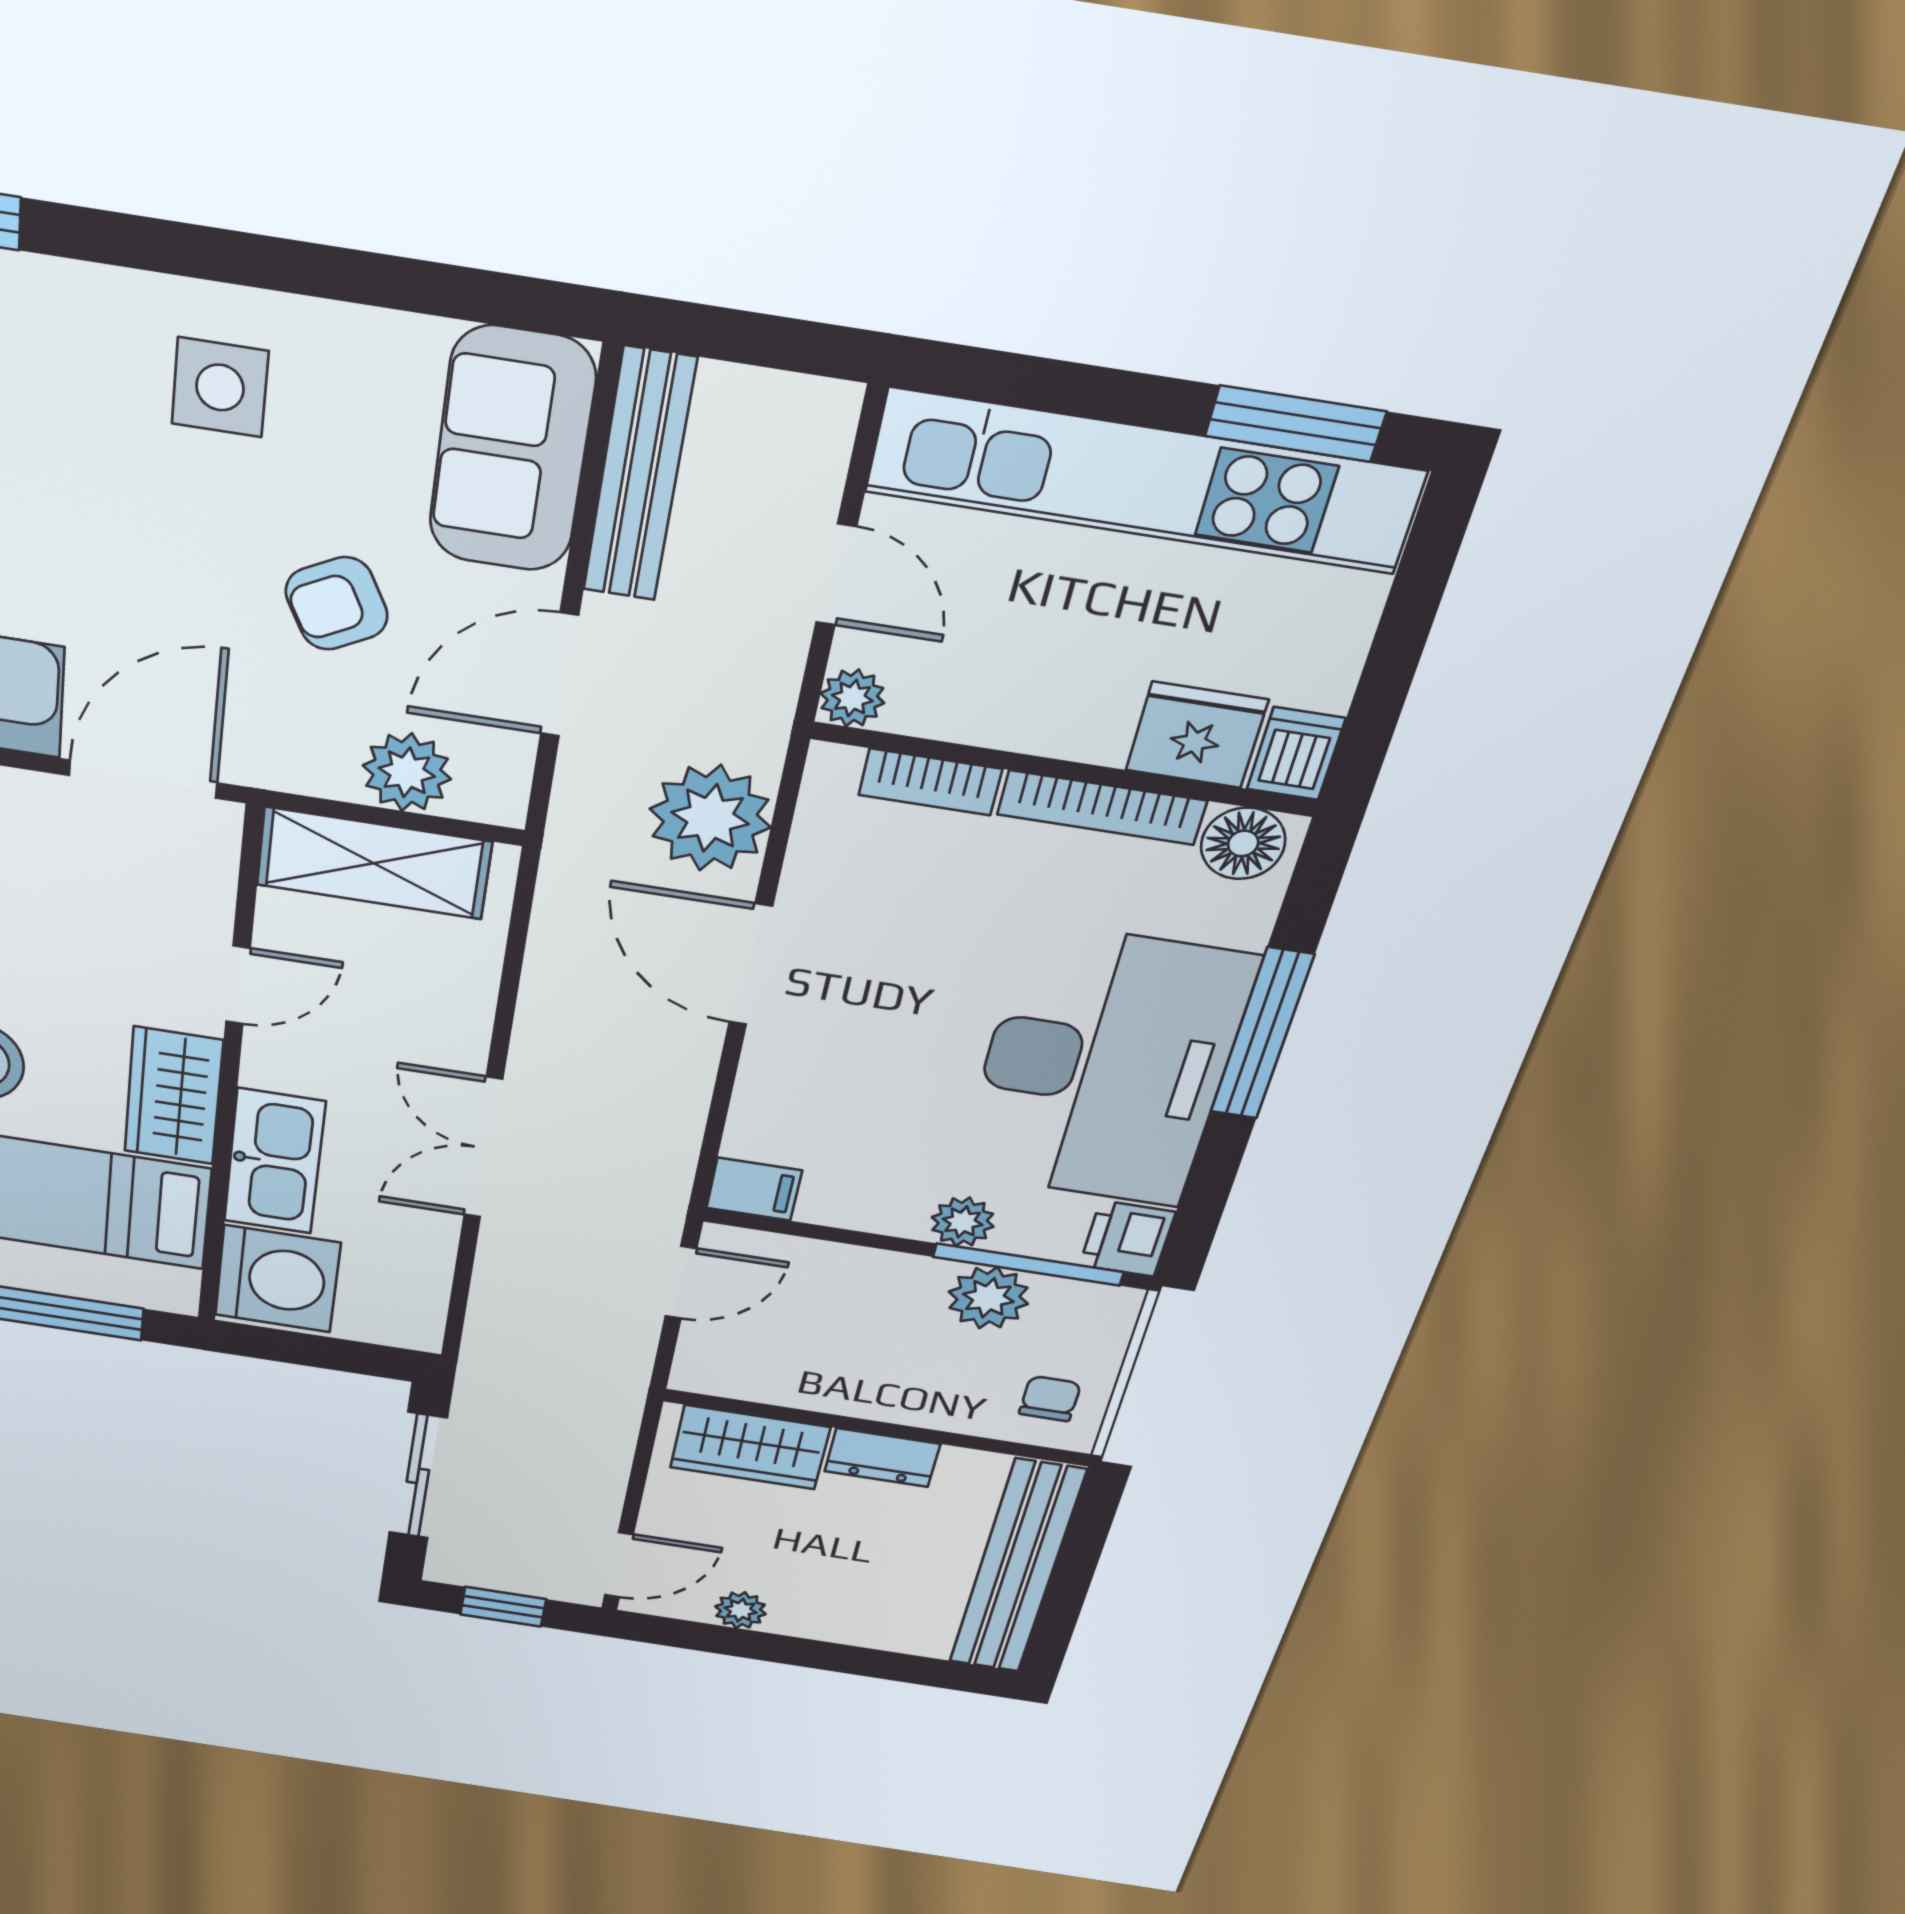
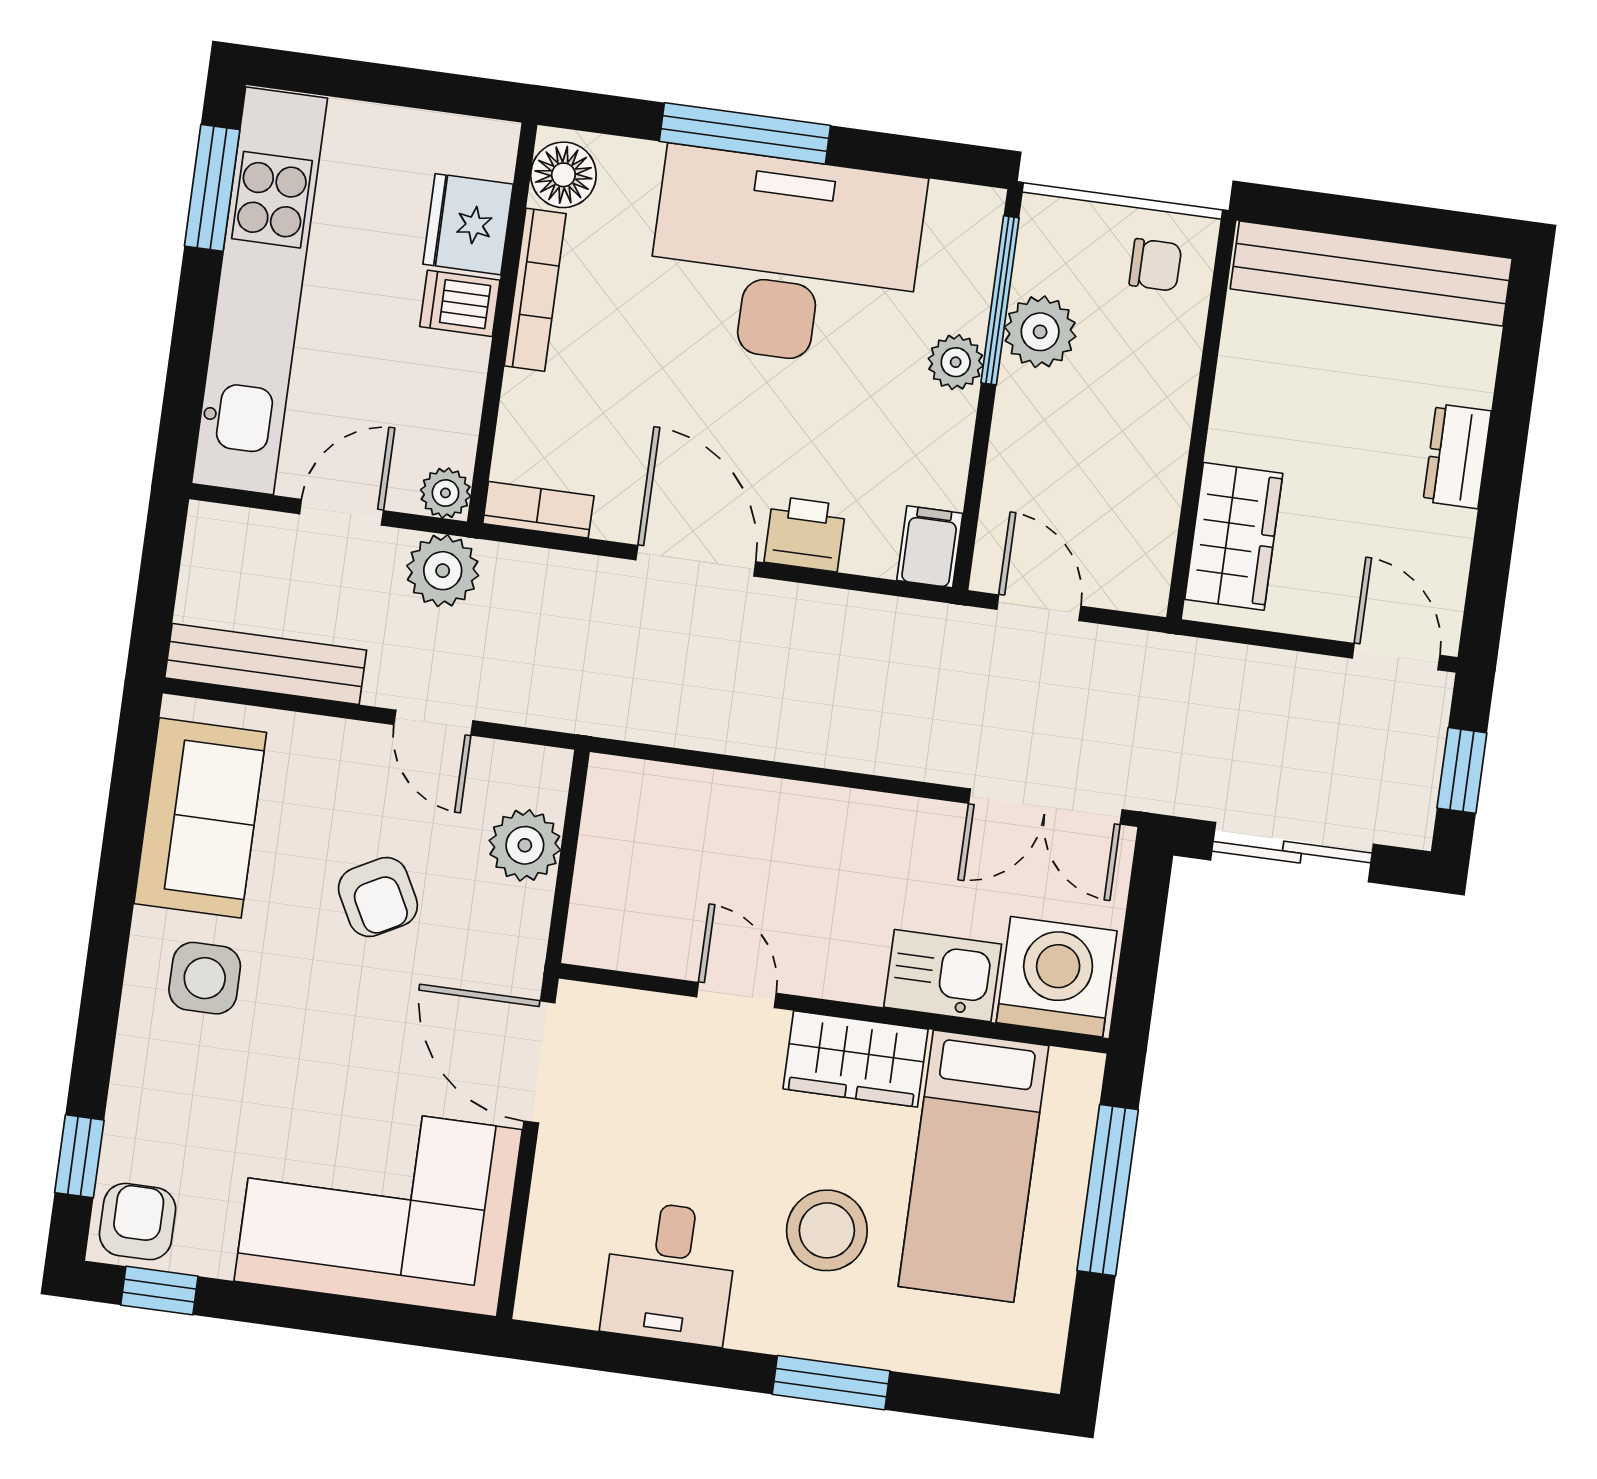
sofa: (512, 450) -> (200, 818), moved, turned -90
door: (559, 675) -> (433, 723), width x0.73
dishwasher: (1296, 754) -> (460, 303), moved
bookcase: (930, 782) -> (538, 510), moved, turned -90
plant: (710, 818) -> (443, 571), moved, width x0.73, depth x0.73
shelving: (374, 863) -> (611, 875), removed
door: (751, 965) -> (696, 561), swing flipped
double door: (483, 1148) -> (1045, 806), moved
kitchen sink: (274, 1162) -> (943, 976), width x0.73
printer: (1127, 1239) -> (805, 534), moved, turned 180
chair: (1050, 1399) -> (1155, 265), turned 180
dresser: (882, 1458) -> (1457, 456), moved, turned 180
plant: (740, 1610) -> (1449, 536), removed

